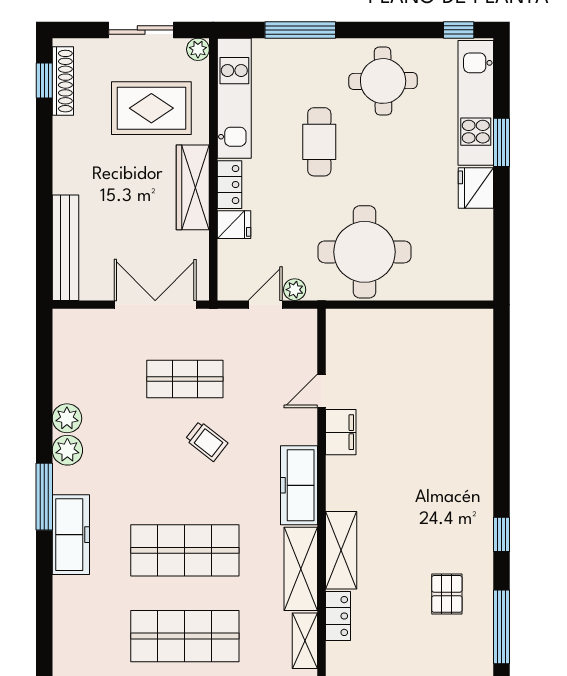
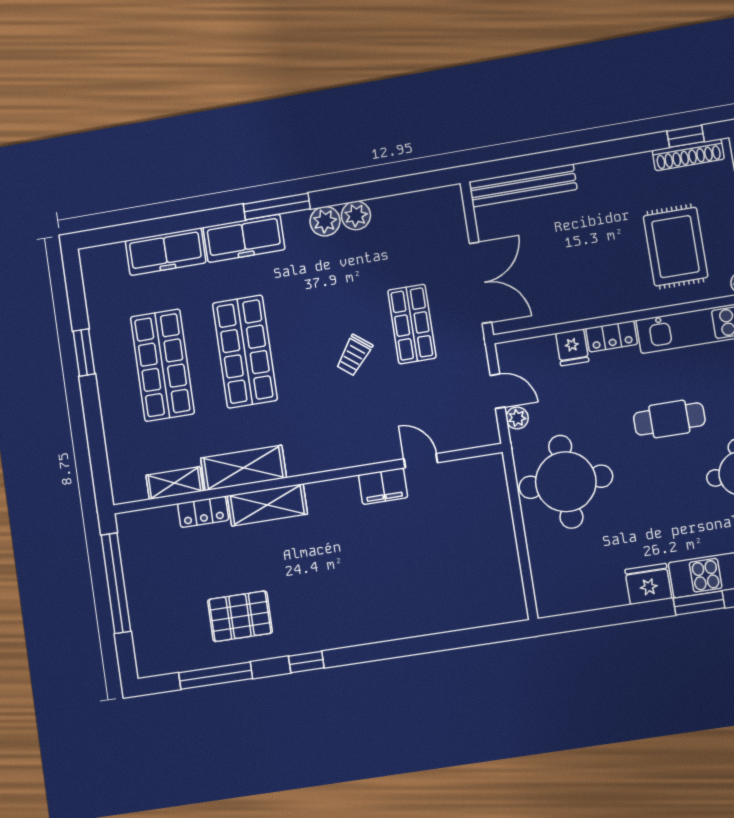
wardrobe: (193, 187) -> (603, 300), removed
freezer: (299, 485) -> (166, 252), moved, turned 180
pallet: (447, 594) -> (240, 616), width x1.50, depth x1.42

